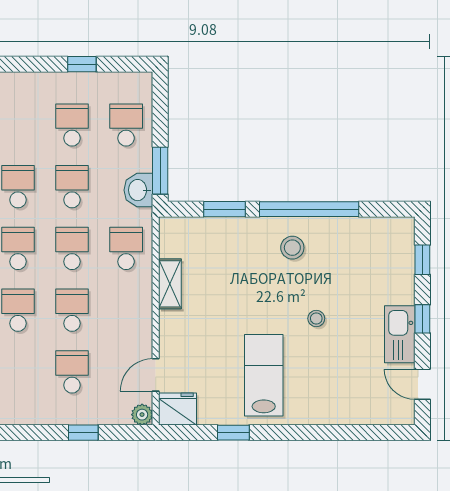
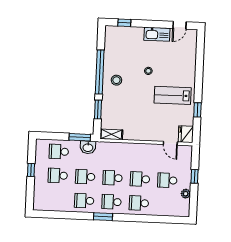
school desk: (126, 248) -> (114, 154), removed
shelving: (170, 284) -> (111, 134), moved
window: (422, 319) -> (151, 24), removed
plant: (142, 415) -> (186, 194), moved

